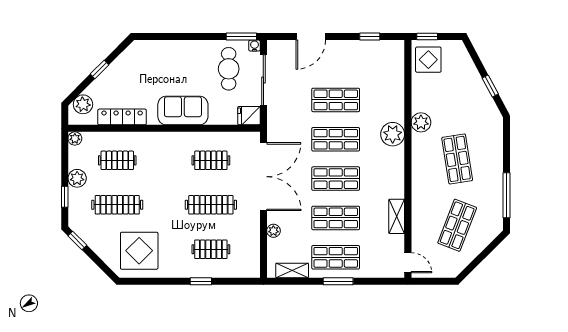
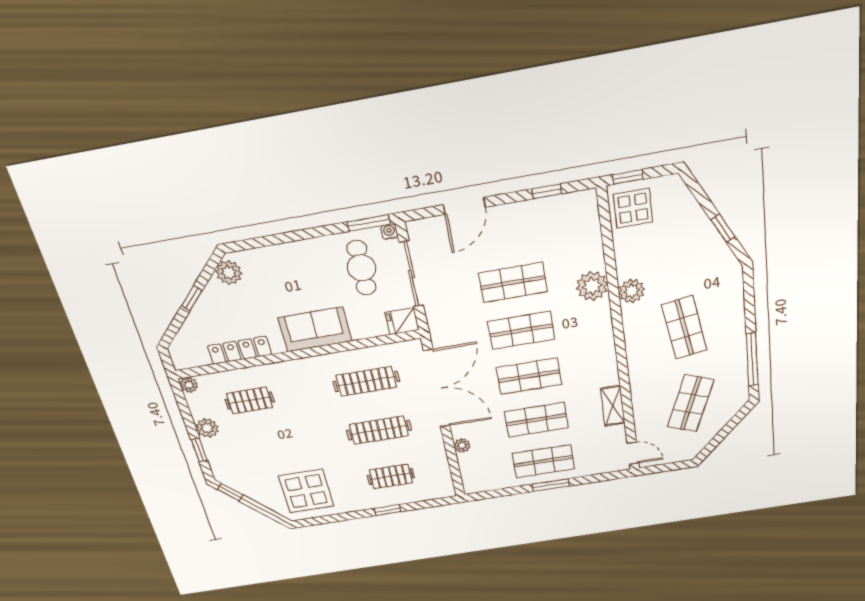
plant: (83, 104) -> (229, 273), moved
plant: (393, 134) -> (592, 286), moved
clothes rail: (211, 160) -> (366, 381), width x1.36
clothes rail: (117, 205) -> (265, 448), removed
shelving: (292, 271) -> (493, 483), removed

